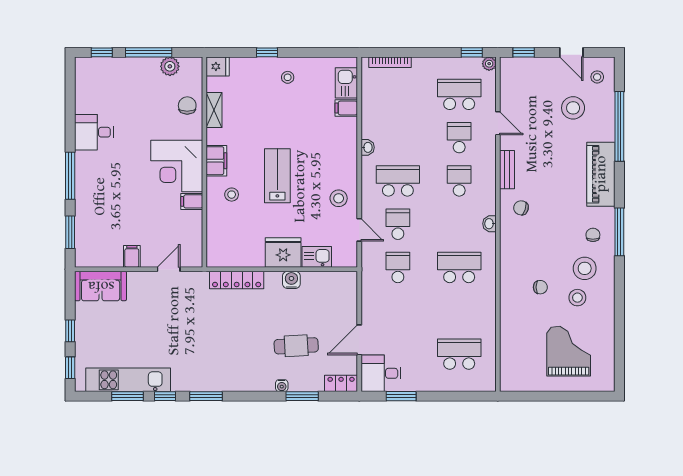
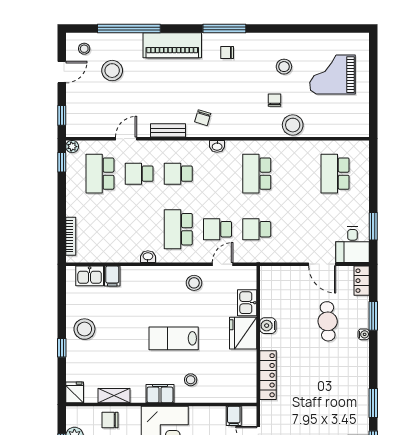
stool: (288, 77) -> (84, 329), width x1.89, depth x1.89
filing cabinet: (192, 201) -> (234, 416), moved
stool: (585, 268) -> (293, 125), moved

